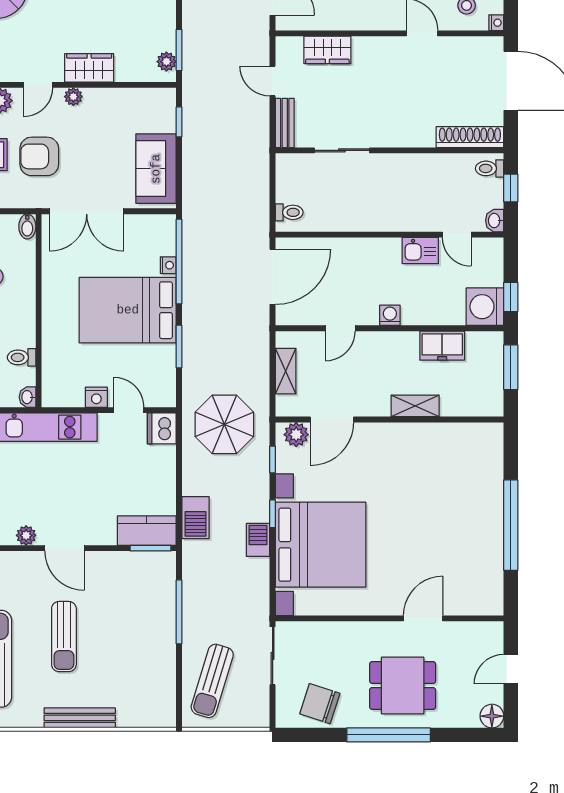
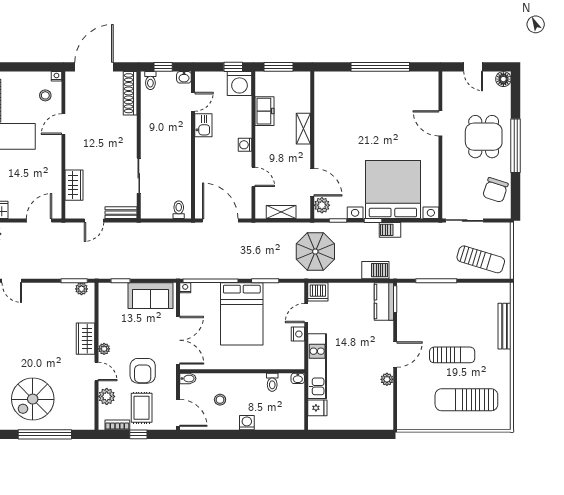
nightstand: (168, 265) -> (185, 288), moved
bench: (80, 718) -> (505, 326), moved

